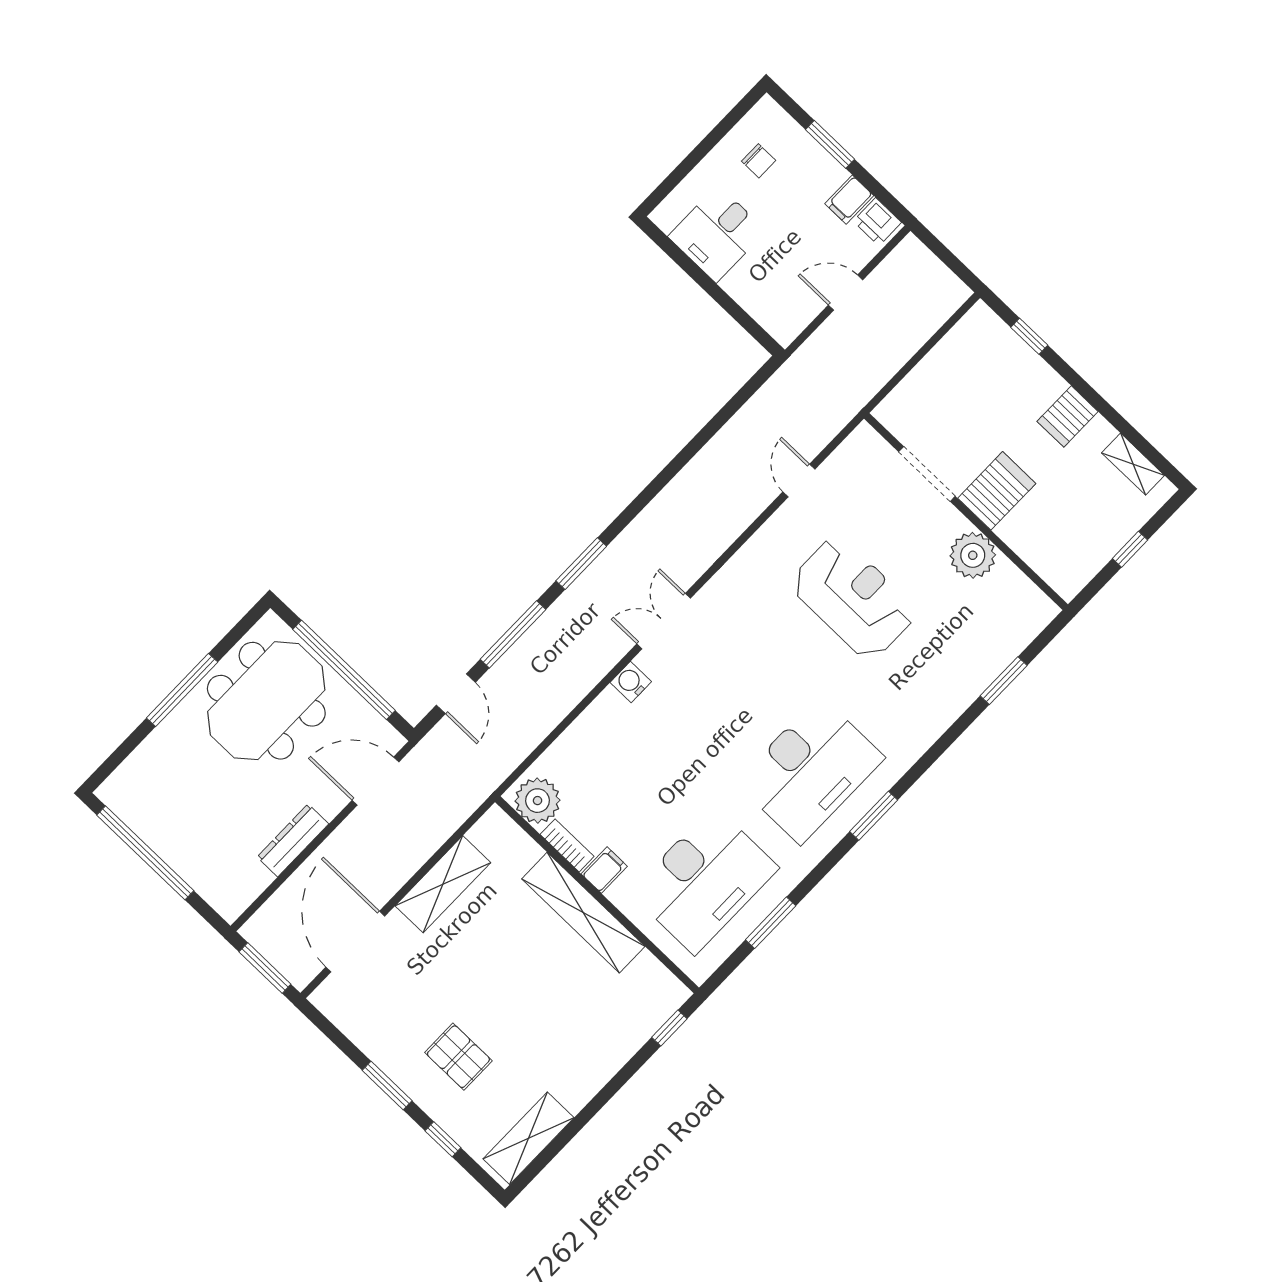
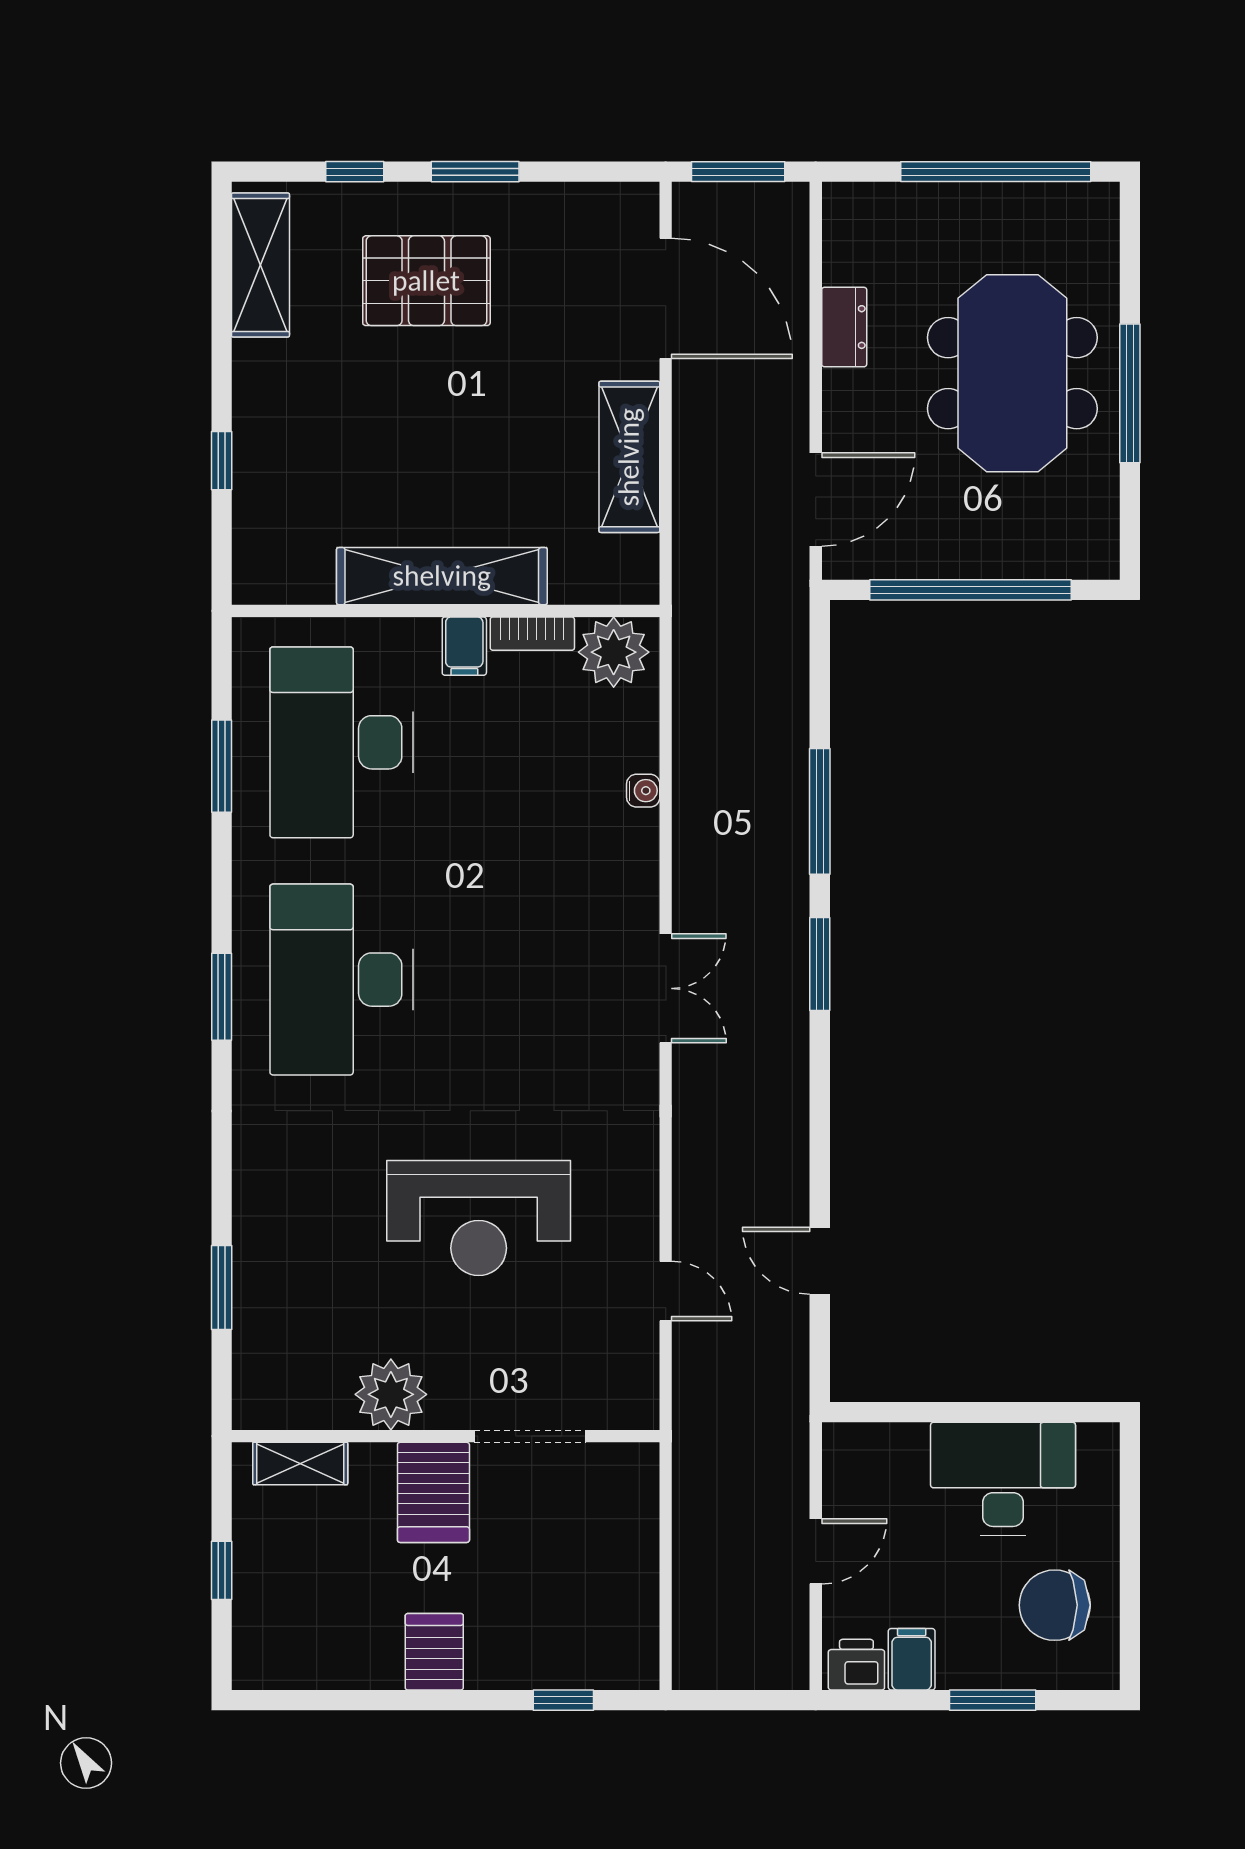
chair: (759, 161) -> (1055, 1605), width x1.87, depth x1.87
desk: (717, 234) -> (1003, 1479), width x1.37
shelving: (1133, 464) -> (300, 1463), moved
water cooler: (631, 682) -> (643, 791), moved, width x0.72, depth x0.72
door: (456, 694) -> (820, 1261), moved
meeting table: (266, 701) -> (1012, 373), moved
dresser: (293, 840) -> (844, 327), width x0.70
window: (669, 1028) -> (222, 461), moved
pallet: (458, 1057) -> (426, 281), width x1.50, depth x1.42

